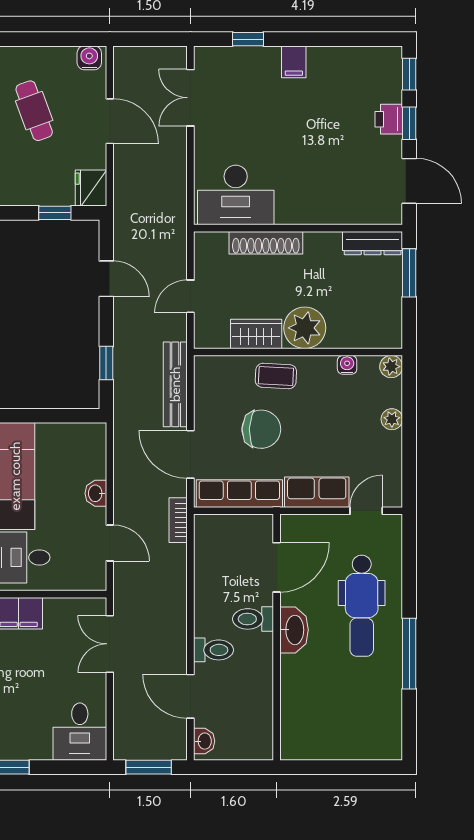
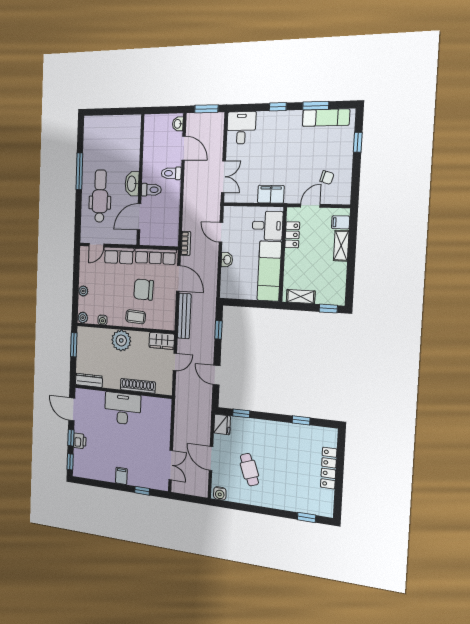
desk: (236, 195) -> (123, 409), moved
window: (409, 273) -> (74, 345), moved
wardrobe: (256, 334) -> (162, 341), moved

